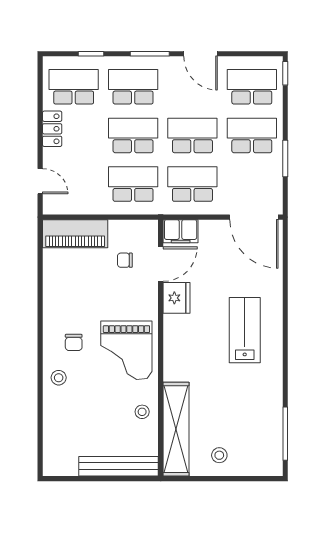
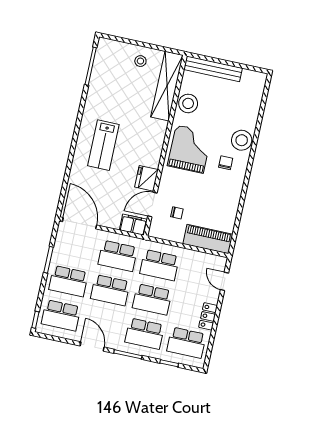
stool: (59, 378) -> (242, 140), width x1.89, depth x1.89
stool: (142, 412) -> (188, 103), width x1.89, depth x1.89

